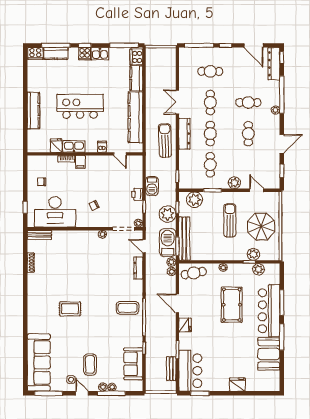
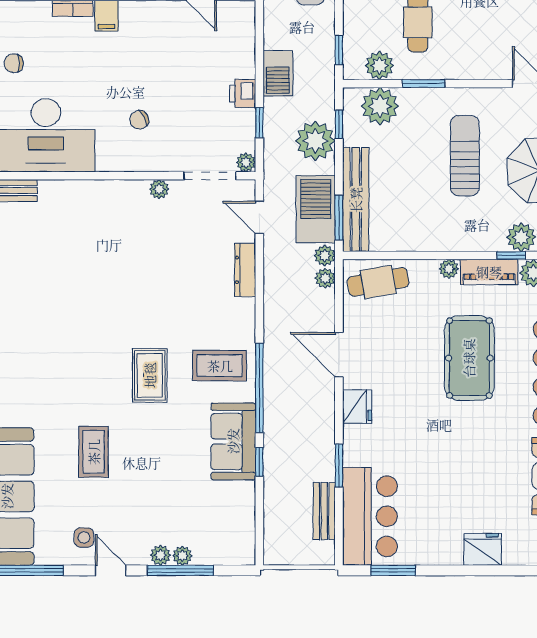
plant: (234, 183) -> (379, 66), moved
piano: (240, 269) -> (489, 272), added
rug: (70, 309) -> (150, 375), moved, turned 90
sofa: (133, 364) -> (233, 441), moved
coffee table: (90, 365) -> (94, 452), moved

